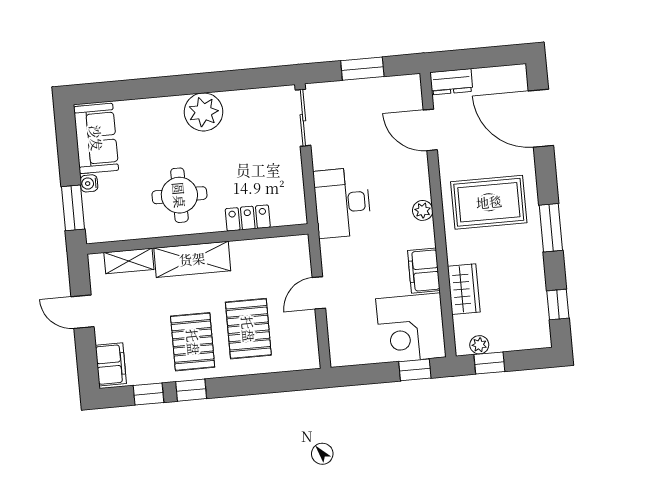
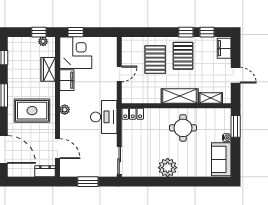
locker: (248, 218) -> (133, 114), moved

